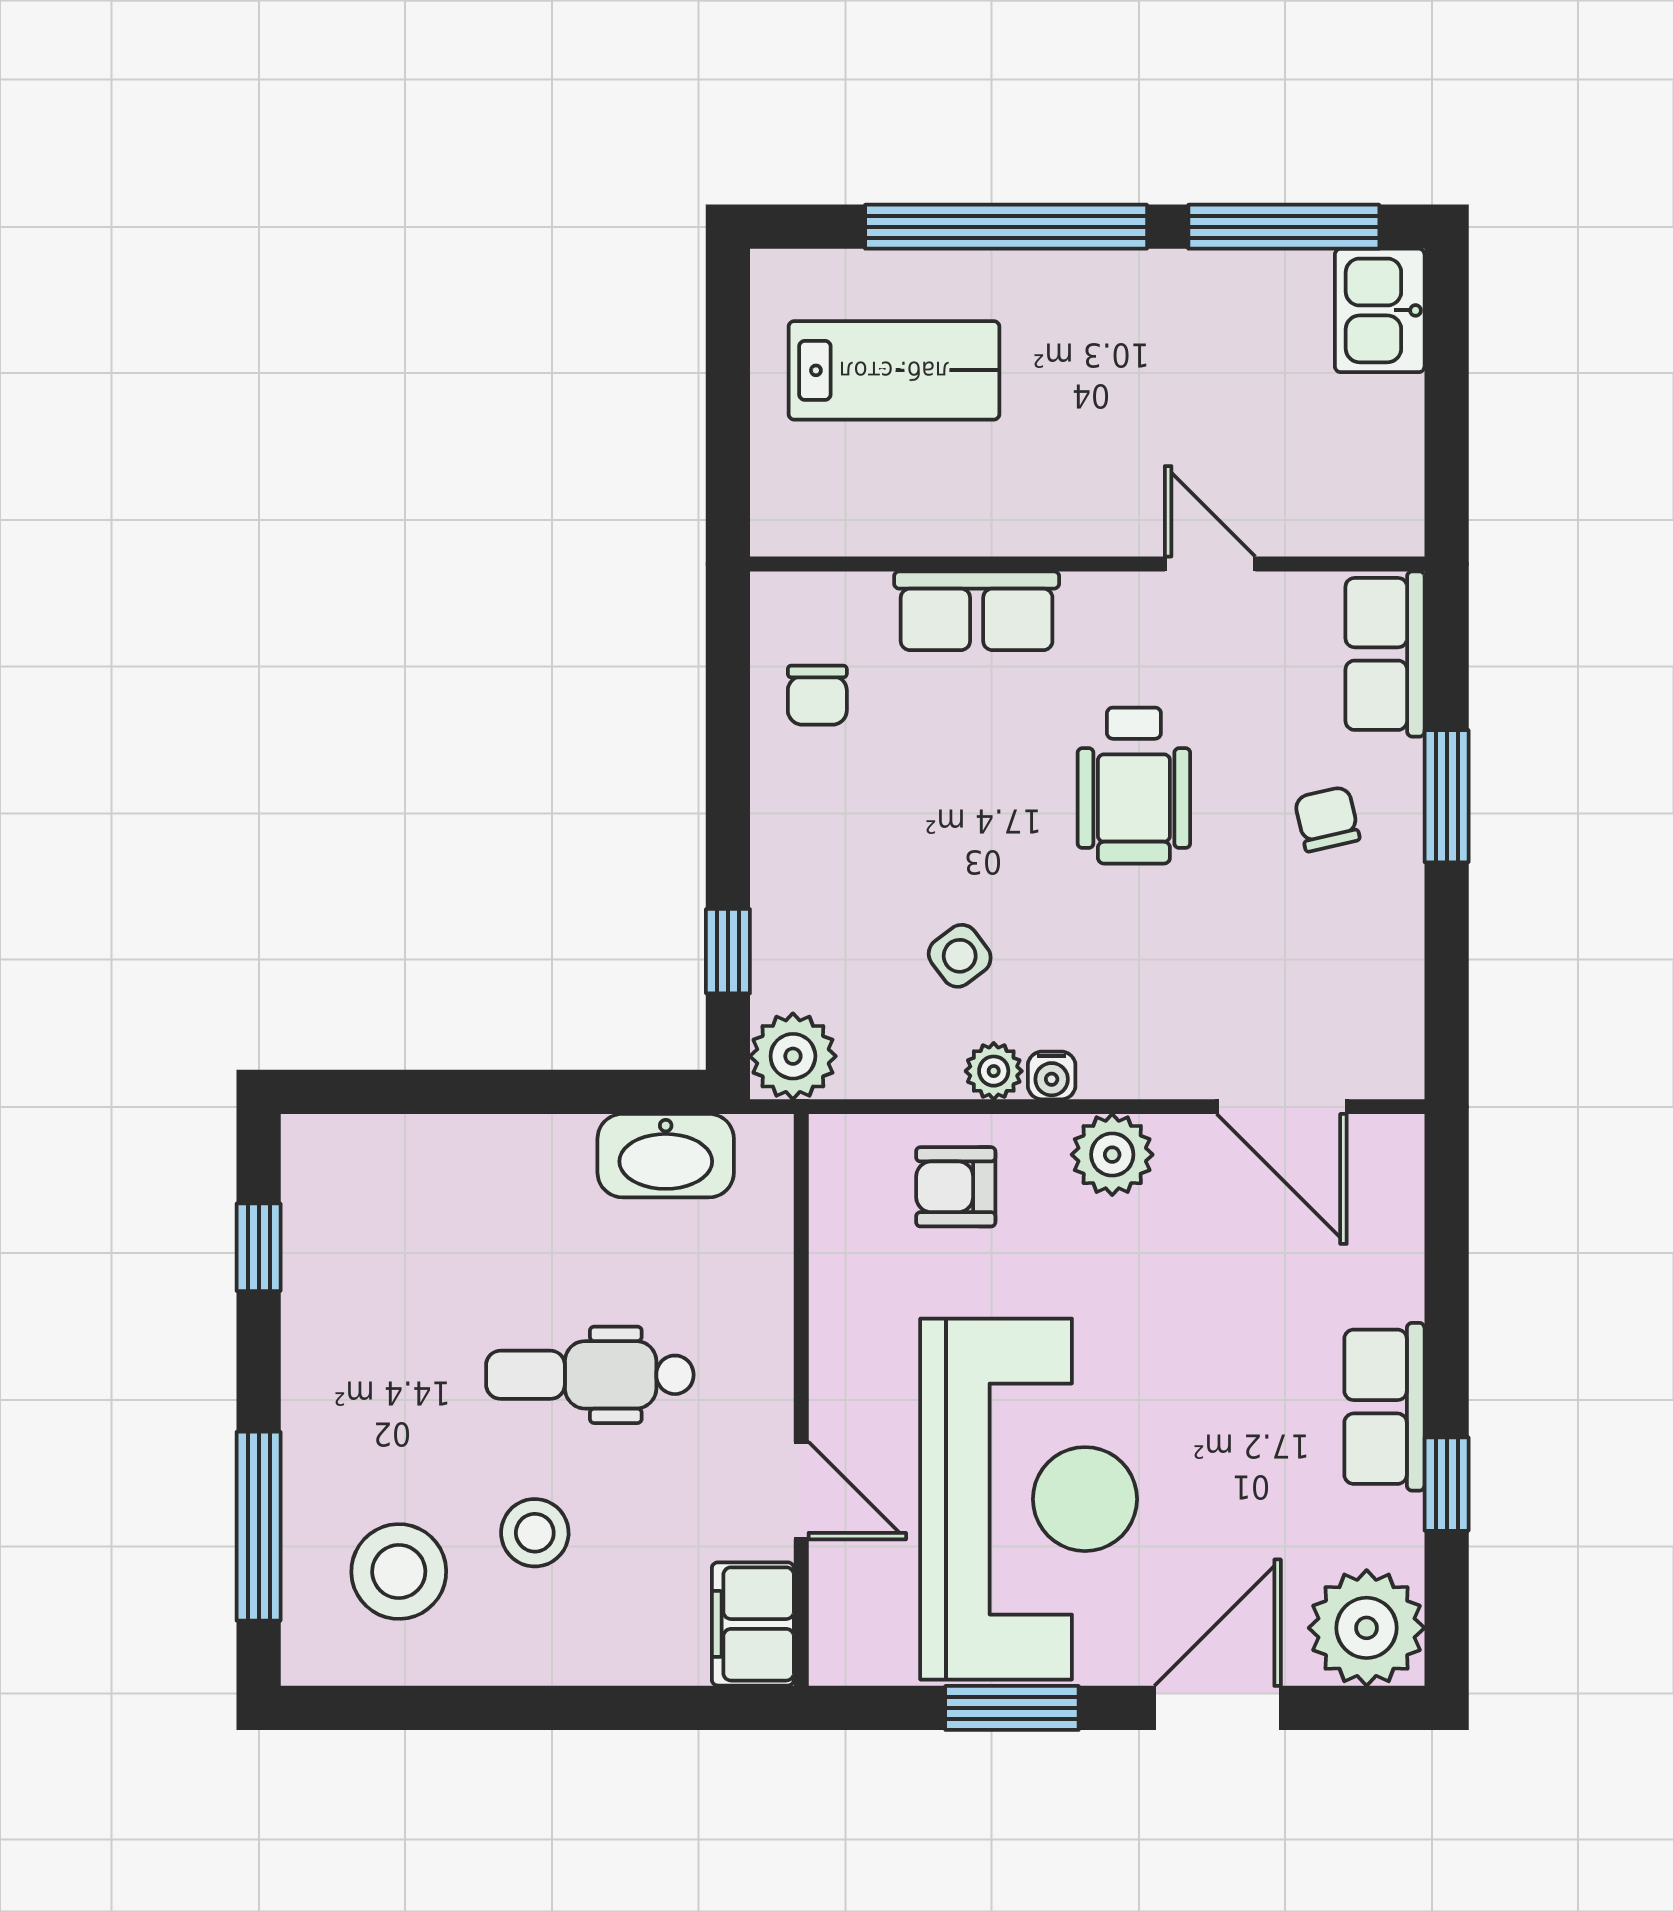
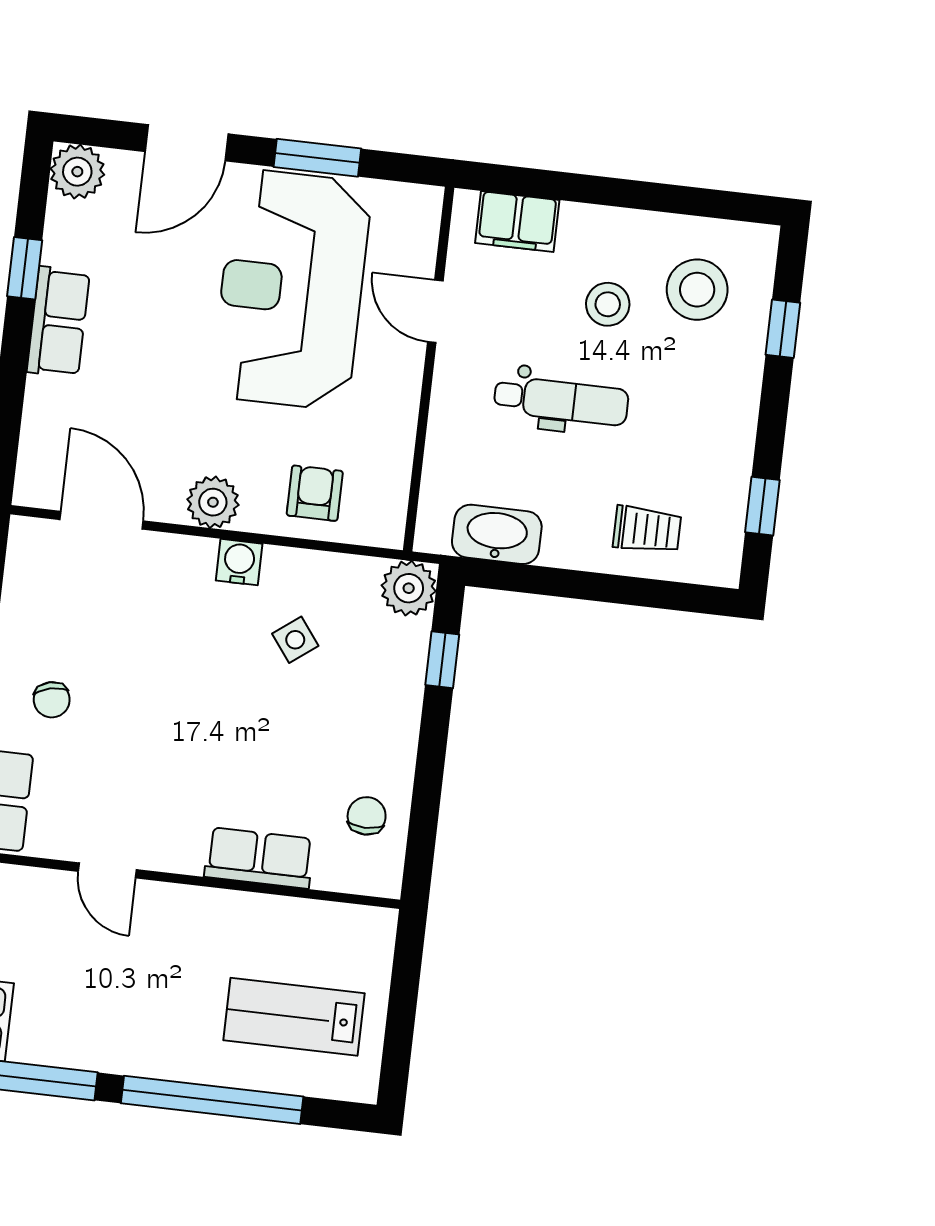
wheelchair: (1134, 786) -> (172, 735), removed
plant: (994, 1071) -> (282, 564), removed
water cooler: (1052, 1075) -> (239, 562), width x1.38, depth x1.38
armchair: (956, 1187) -> (315, 493), turned -90
trolley: (433, 1190) -> (647, 530), added
window: (259, 1526) -> (783, 329), width x0.46
filing cabinet: (753, 1624) -> (517, 222), moved, turned 90
plant: (1367, 1628) -> (77, 172), width x0.73, depth x0.73

